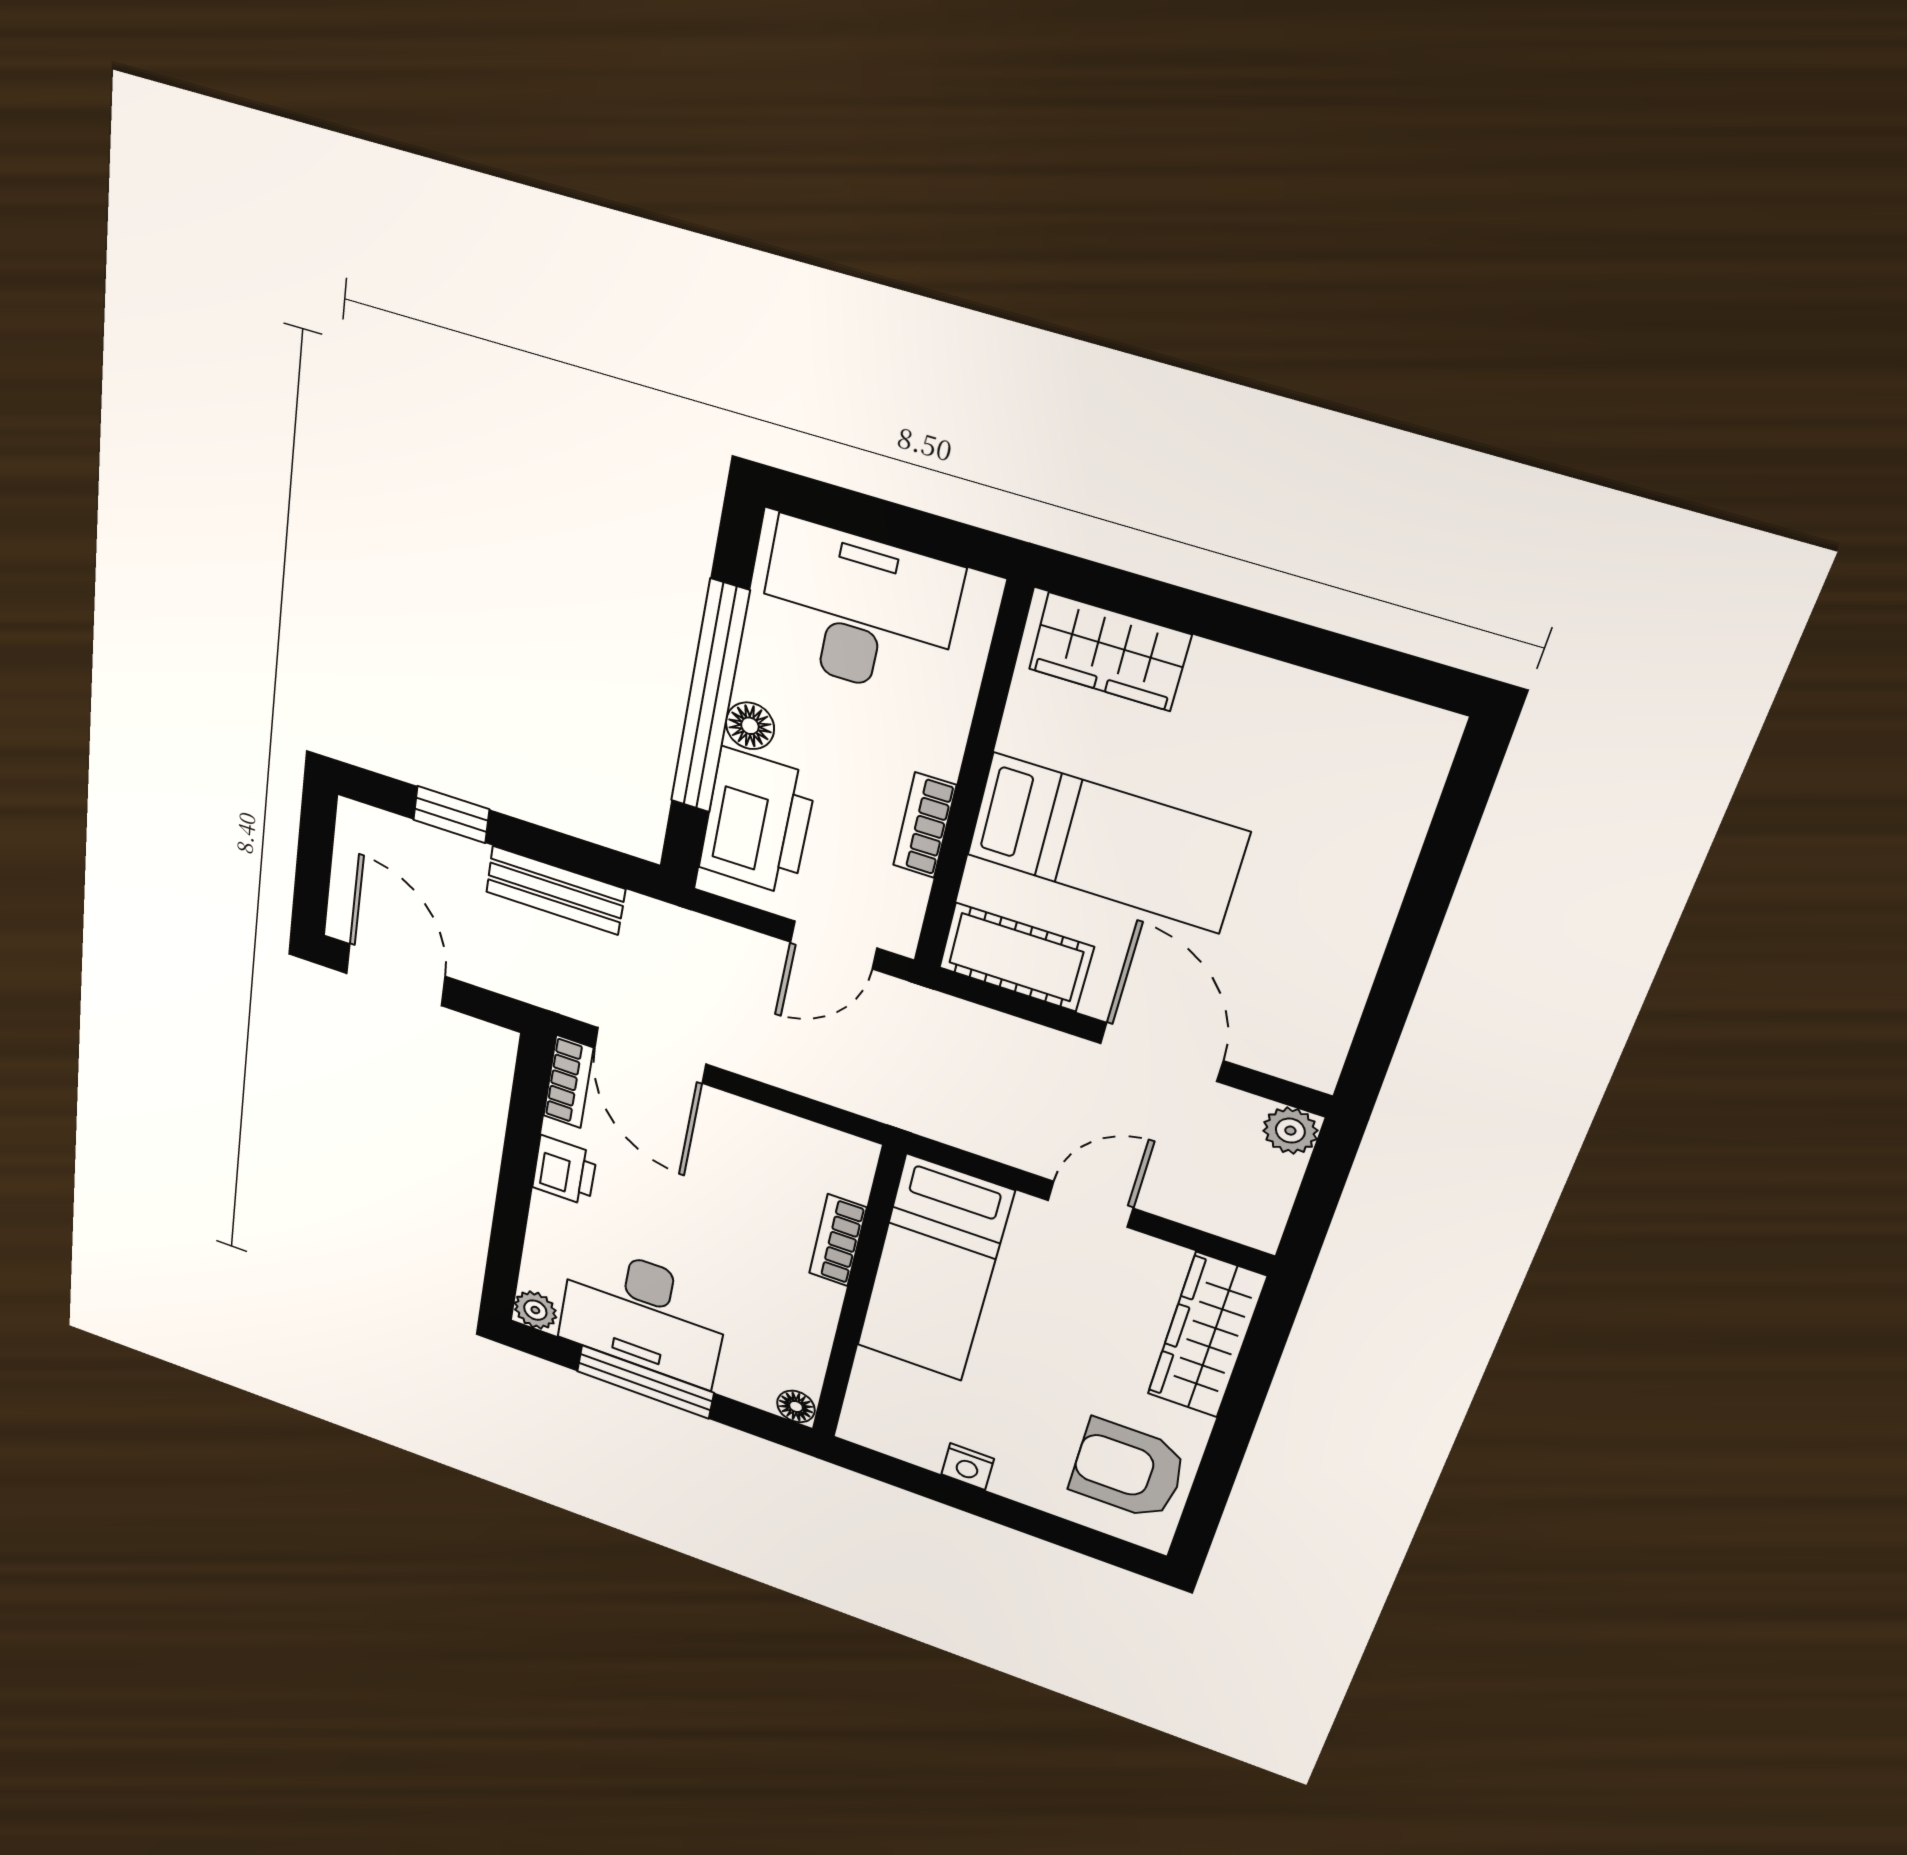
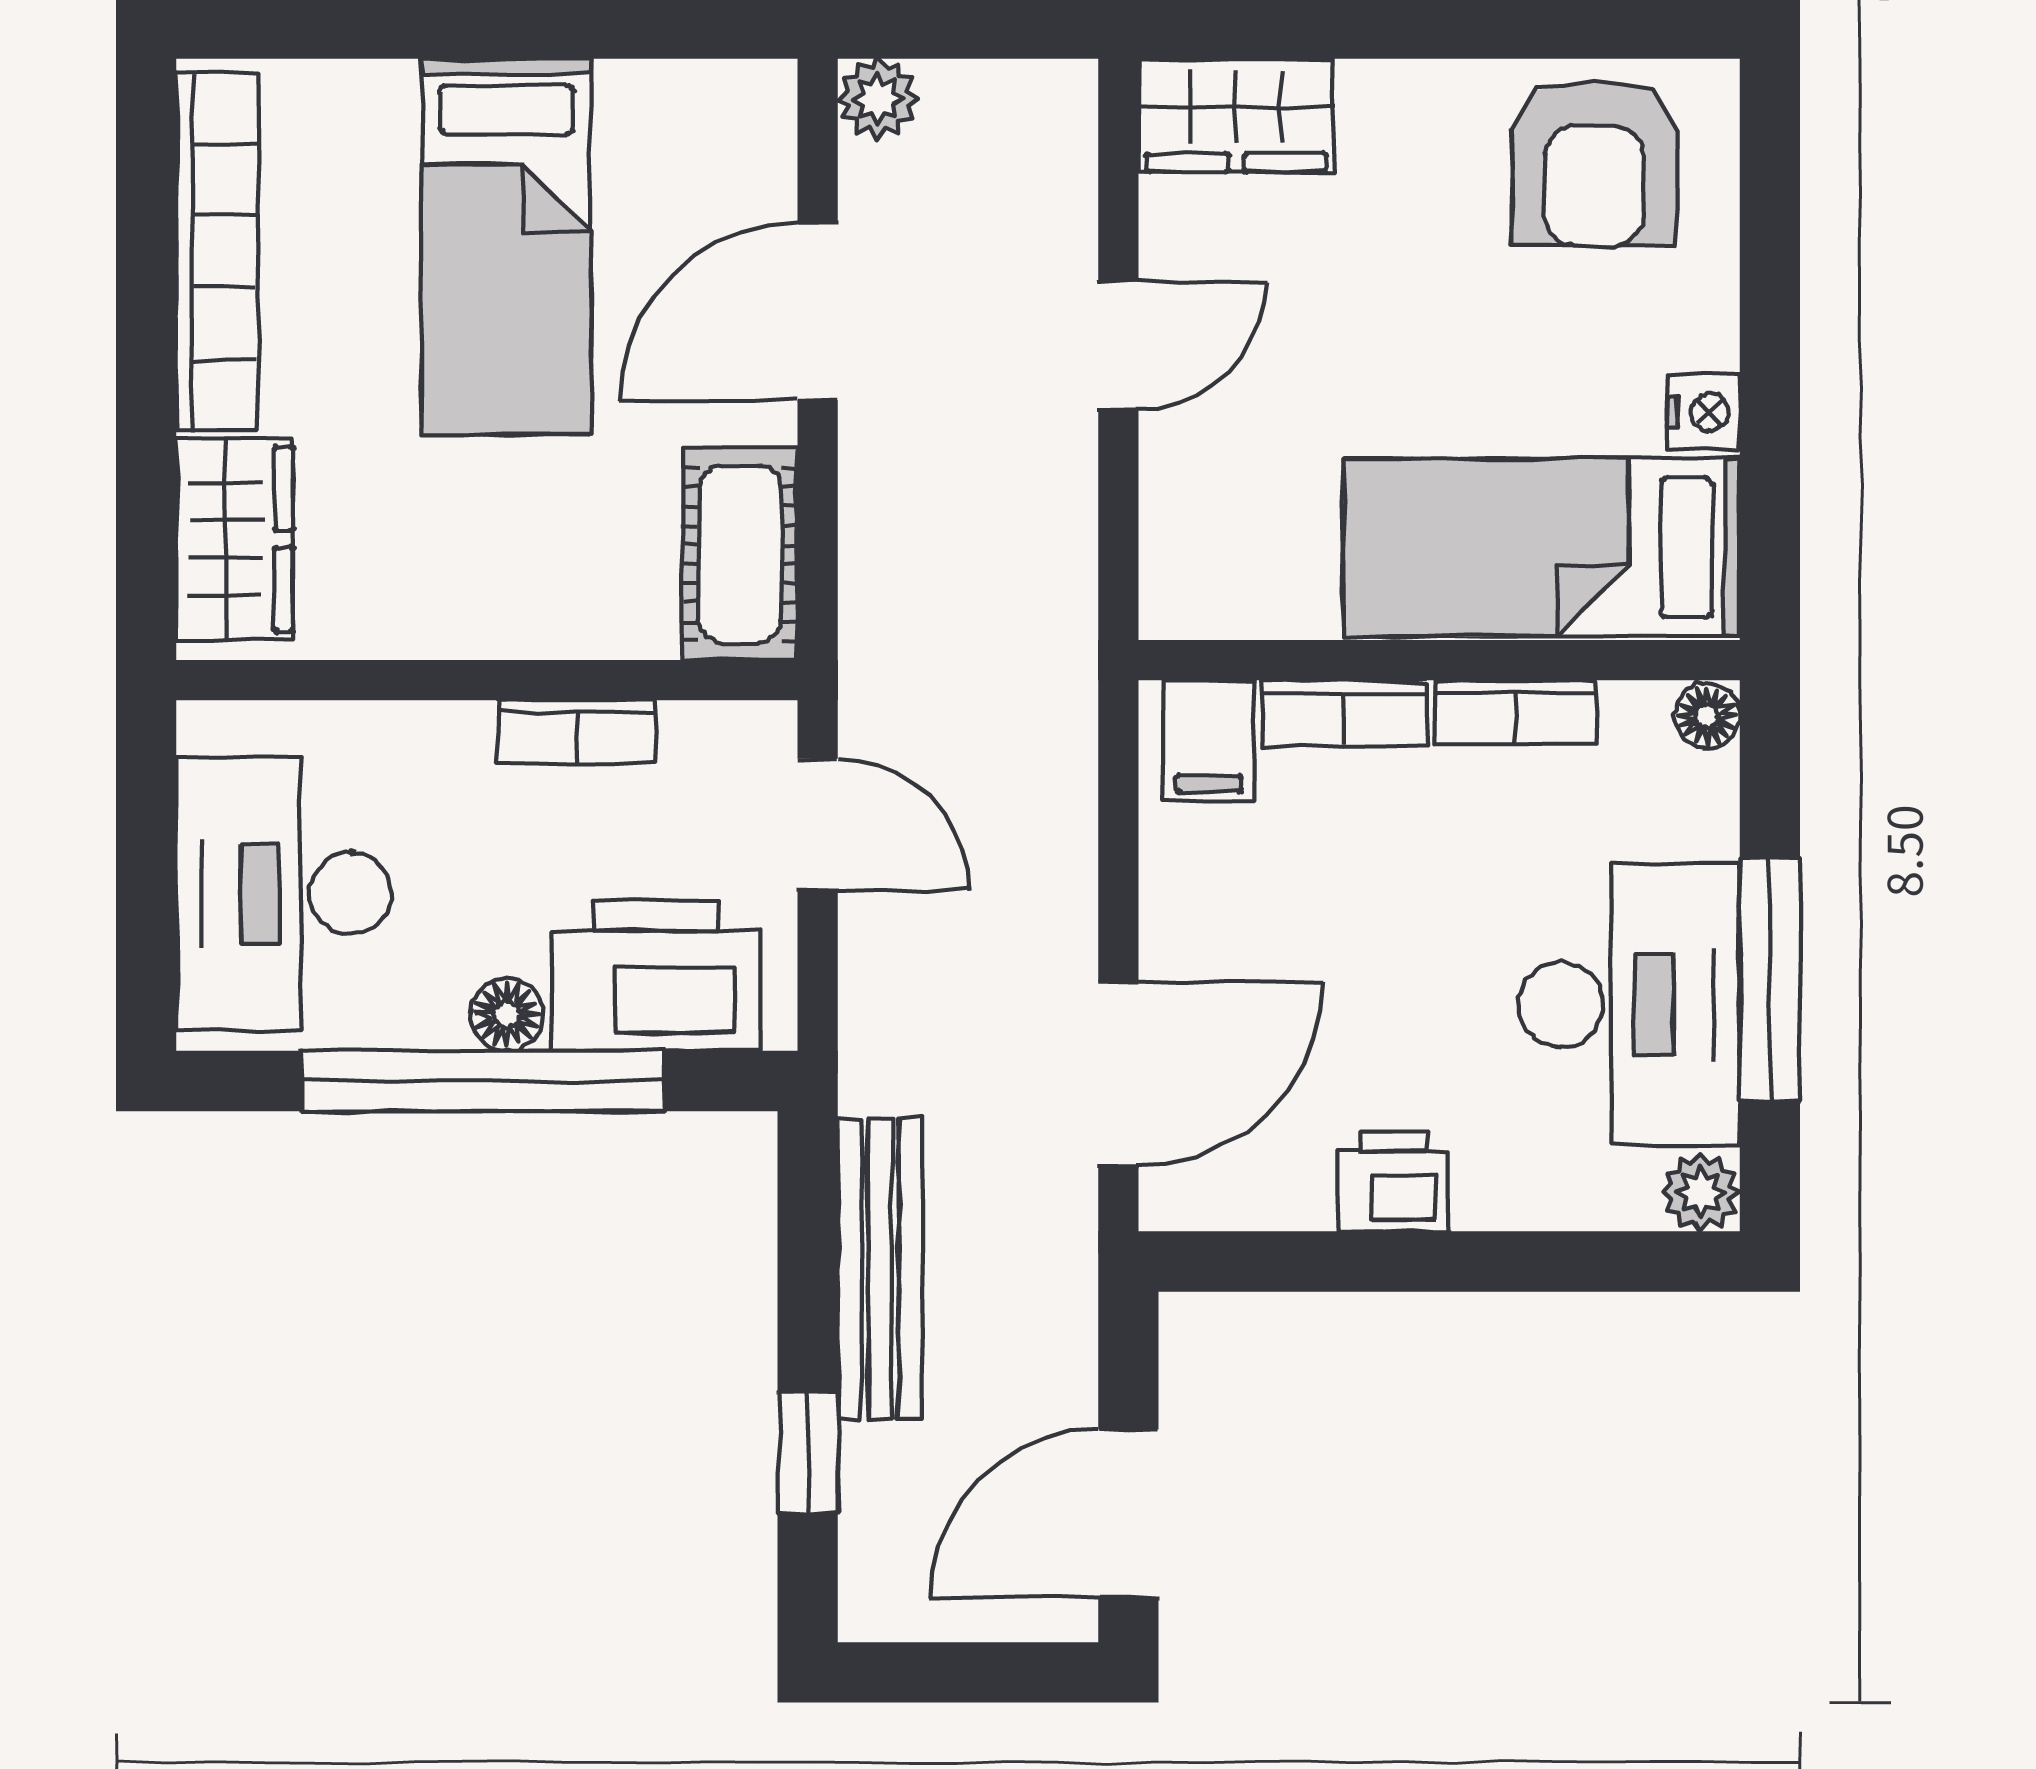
bookcase: (1318, 702) -> (217, 251), added
bed: (1107, 843) -> (506, 247), moved, turned 180
bench: (555, 890) -> (880, 1269), width x1.36
bookcase: (568, 1082) -> (1515, 712), moved, turned 180
filing cabinet: (837, 1168) -> (1209, 741), added
door: (1091, 1204) -> (1118, 345), swing flipped
bed: (934, 1269) -> (1542, 547), moved, turned 180
wardrobe: (1207, 1336) -> (1236, 115), width x0.67

